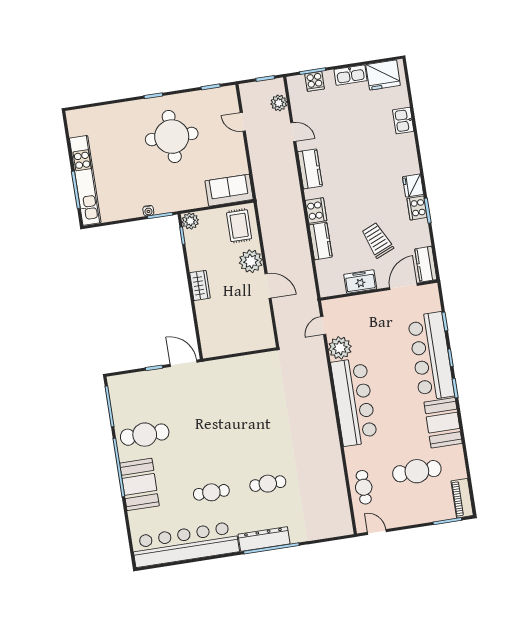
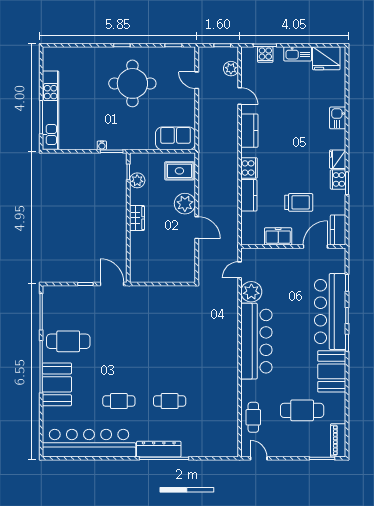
kitchen sink: (403, 121) -> (338, 118), moved
plant: (190, 221) -> (137, 180), moved
rug: (239, 226) -> (179, 171), turned 90
trolley: (377, 240) -> (299, 202), turned 113

